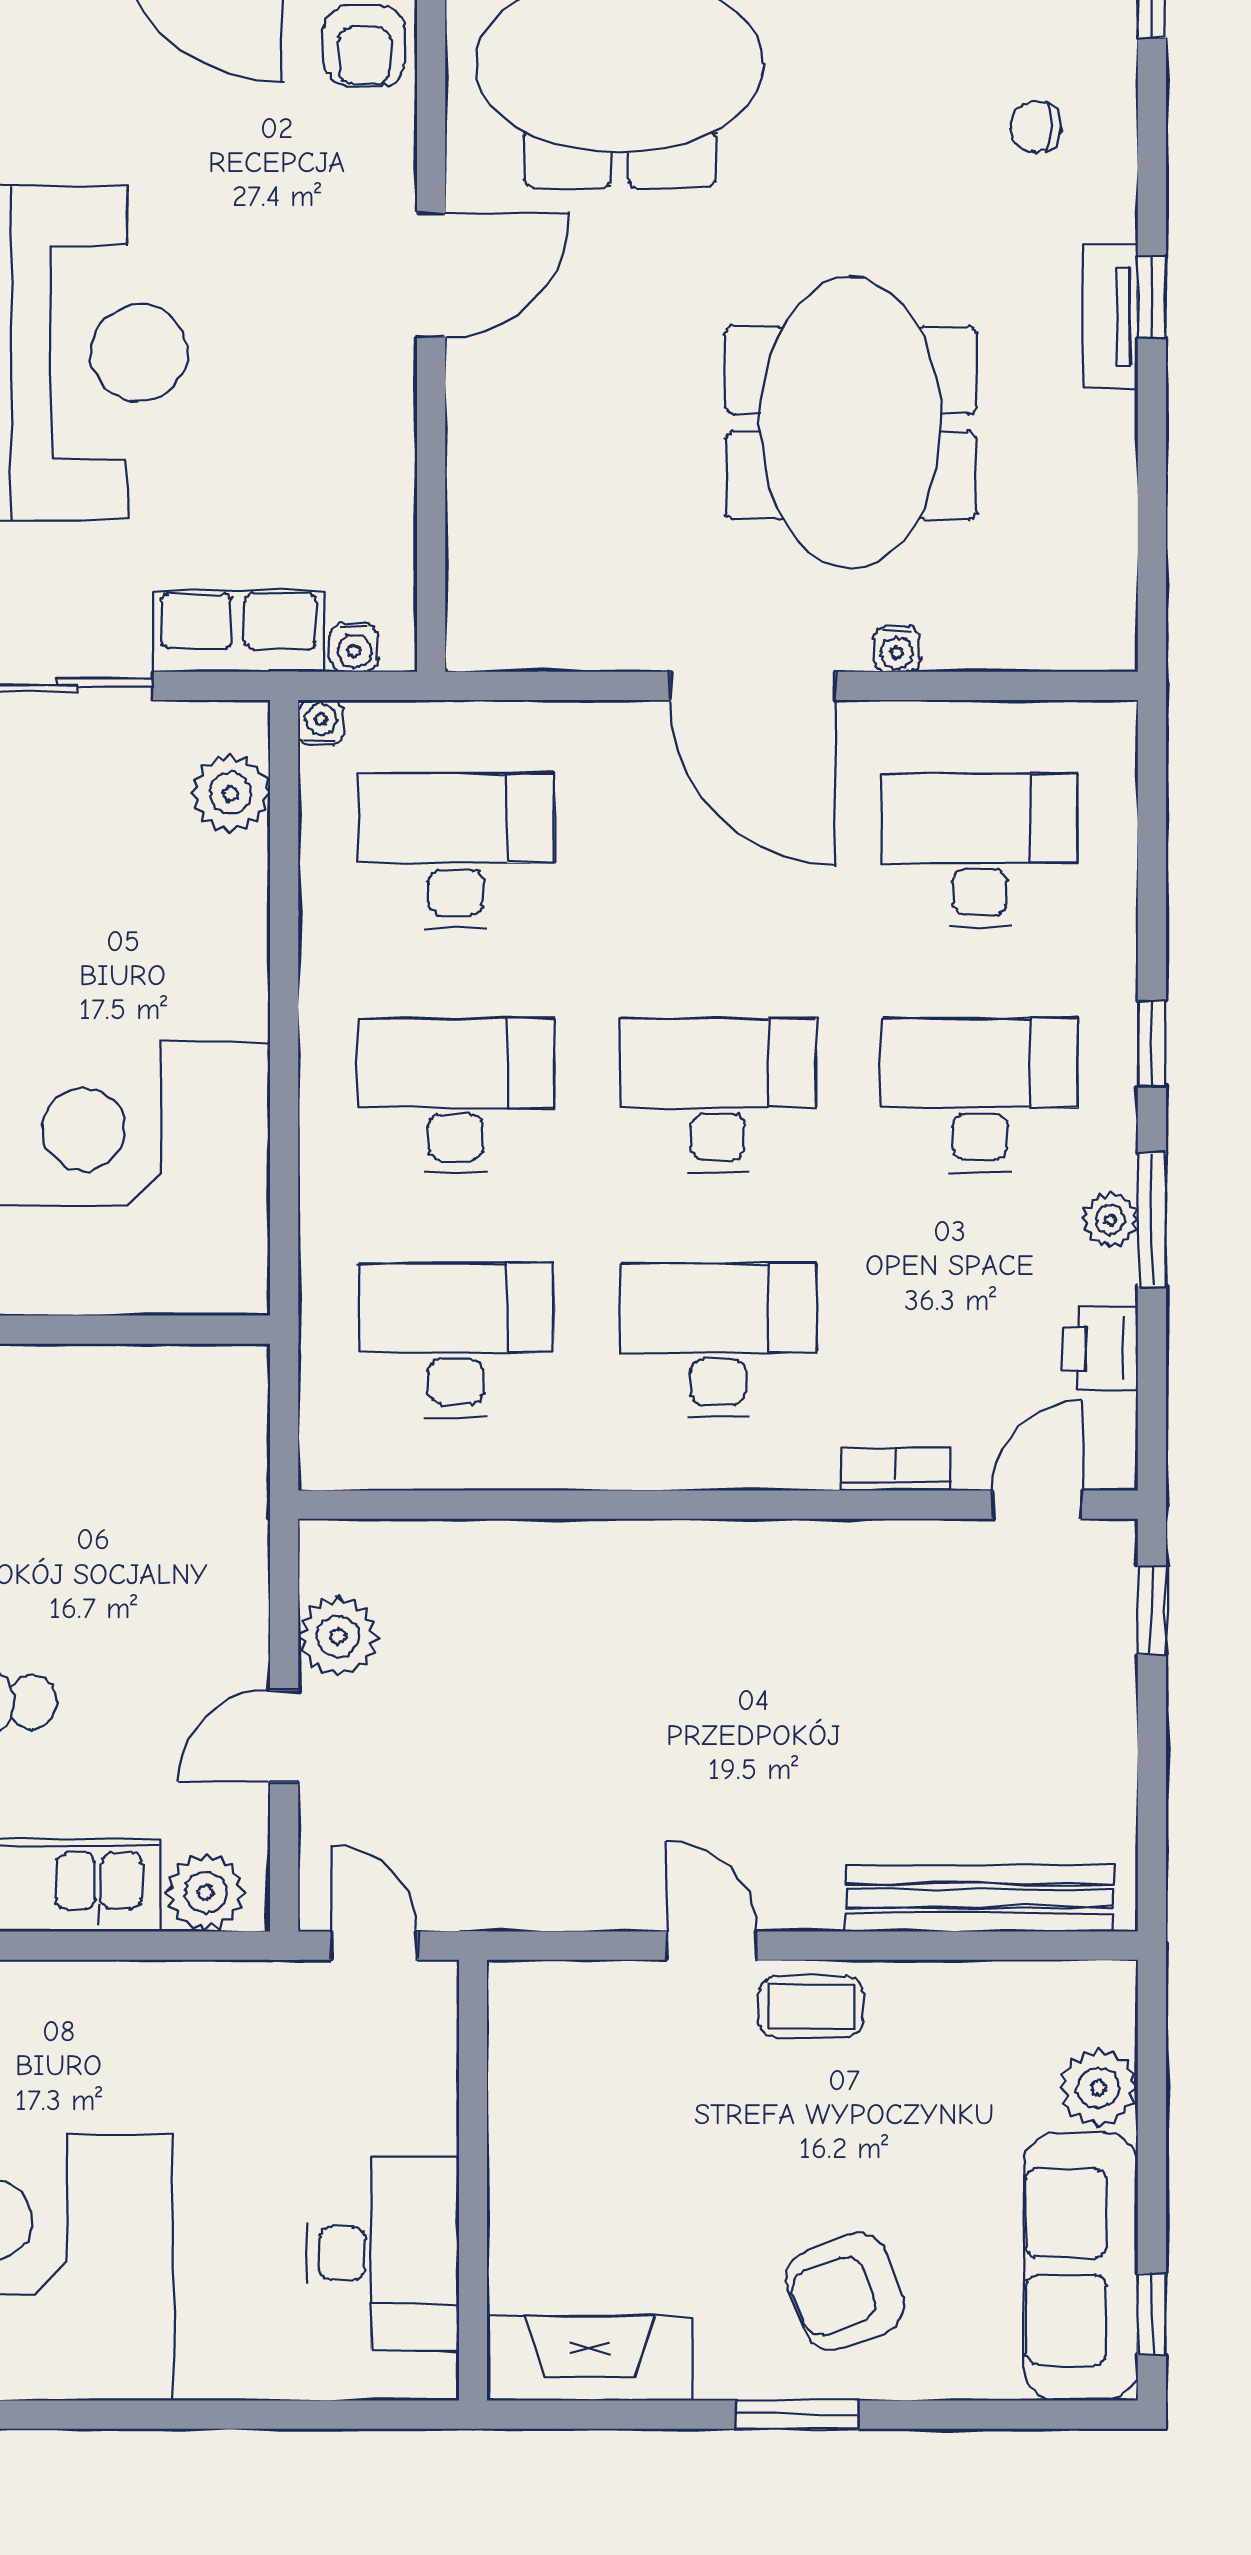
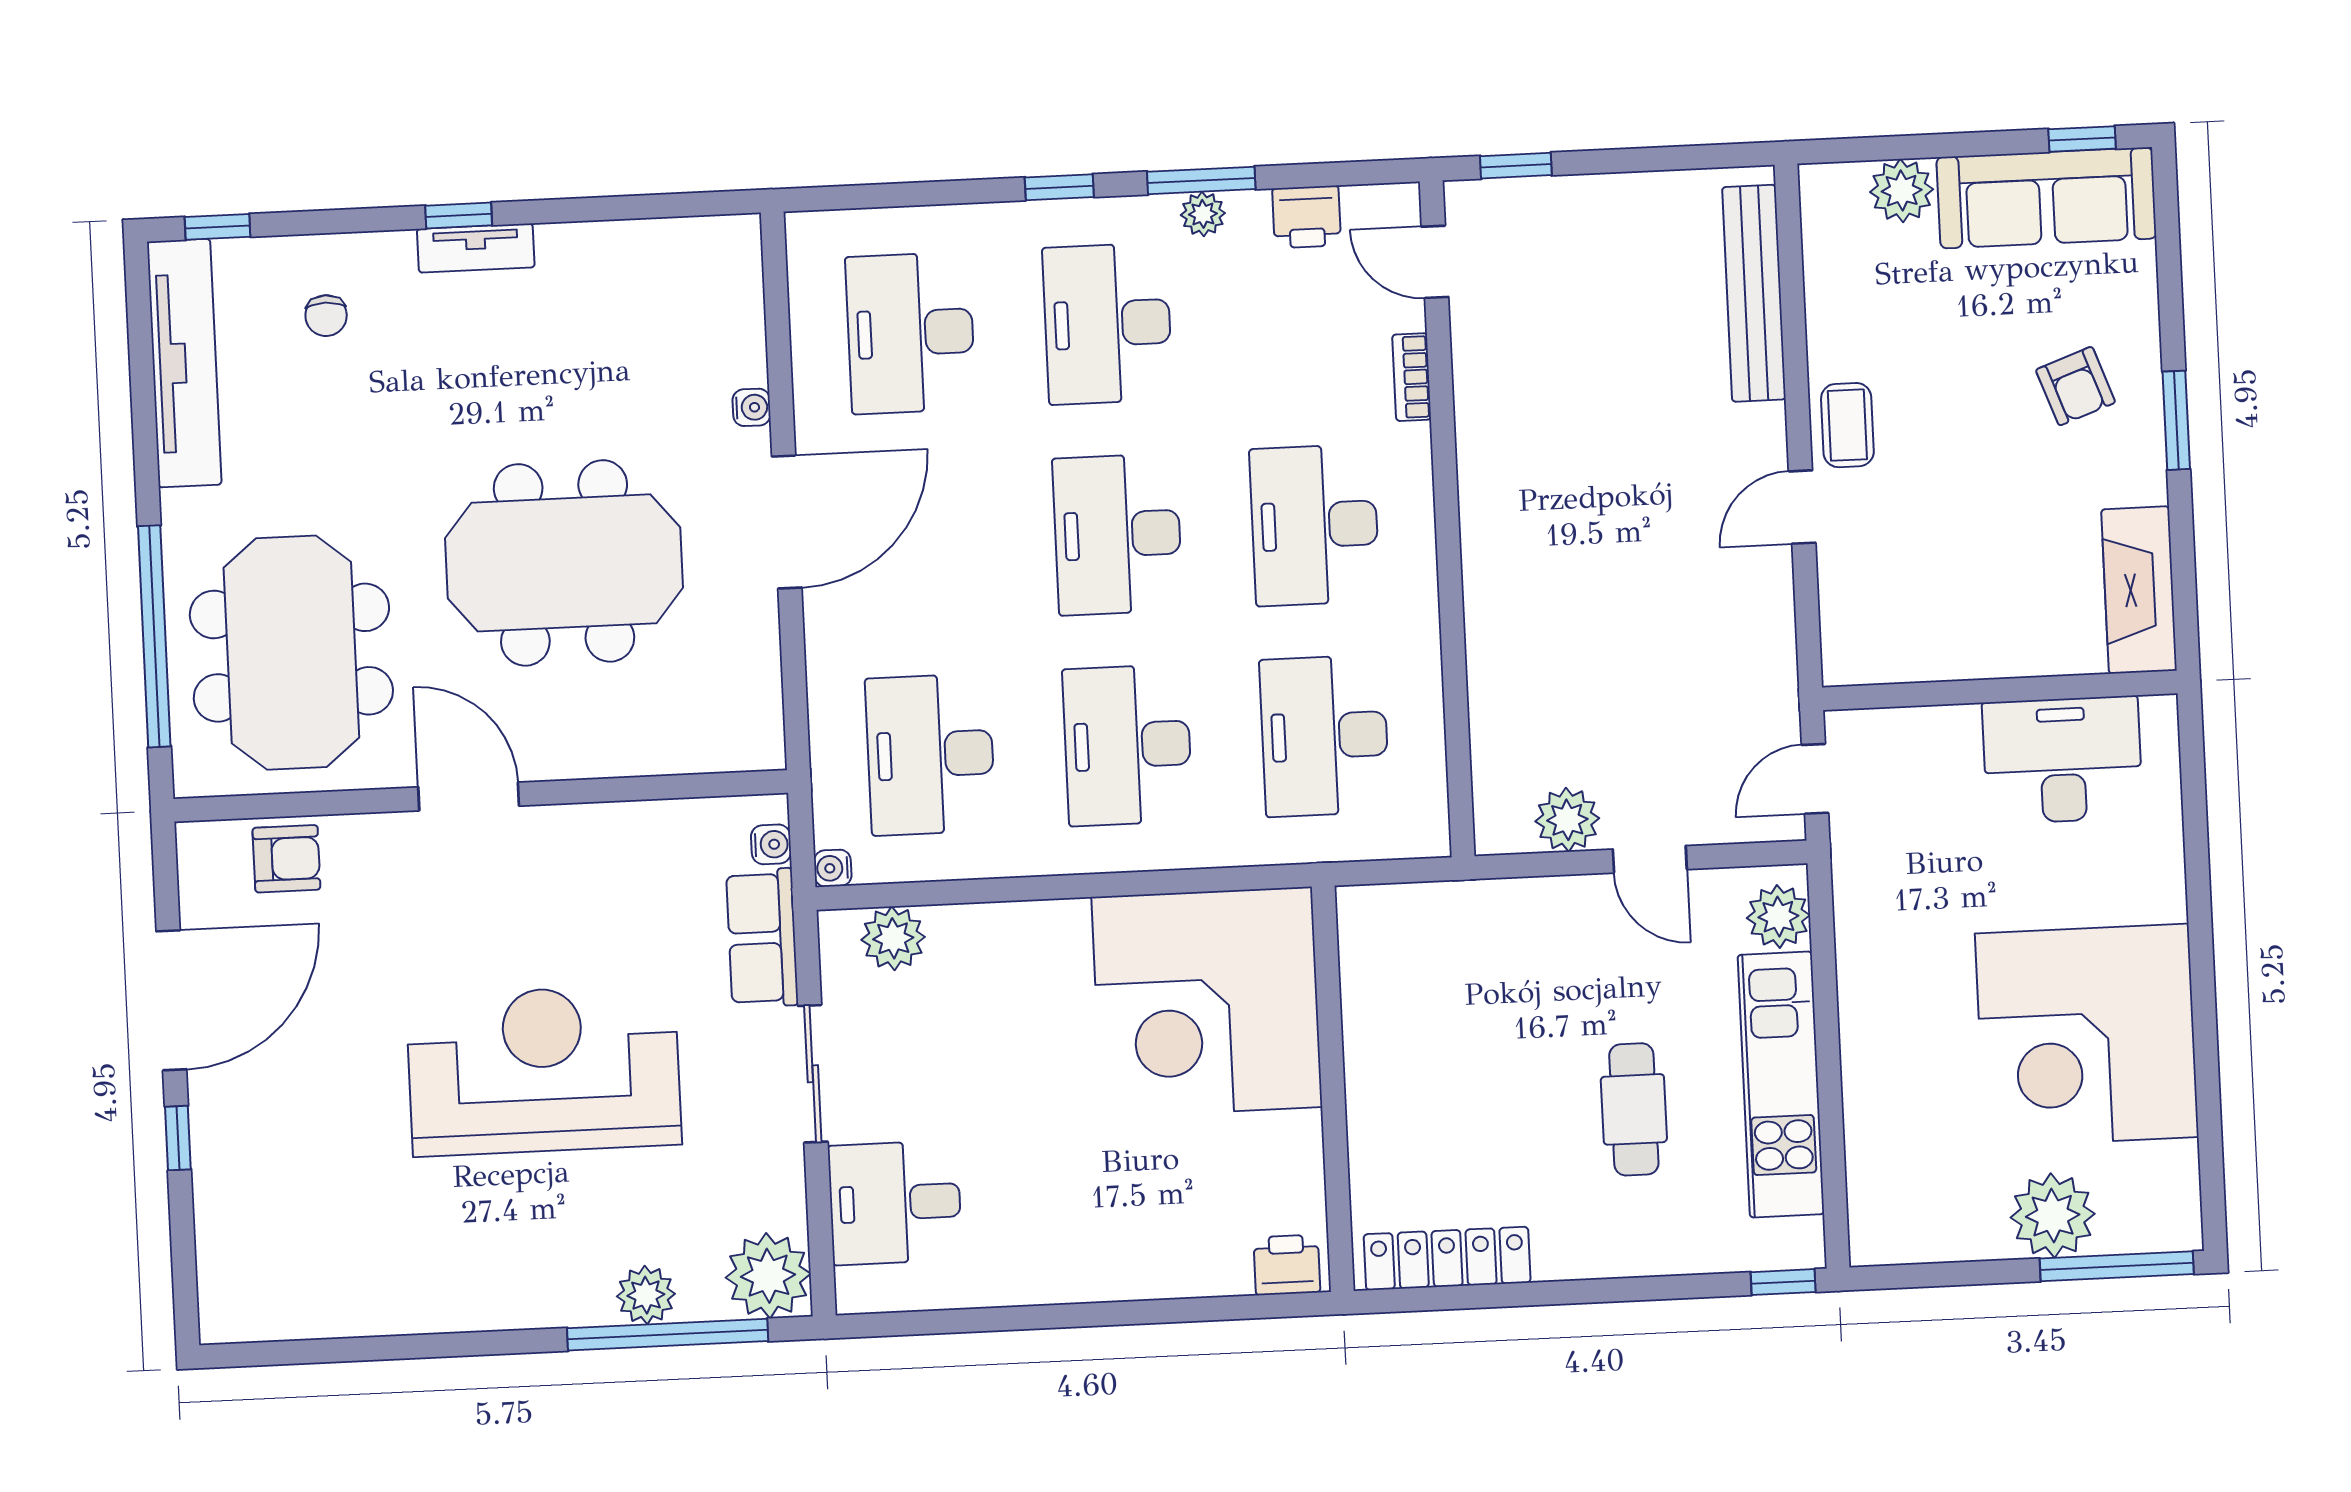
meeting table: (851, 423) -> (564, 563), moved
armchair: (846, 2292) -> (2076, 386), width x0.72, depth x0.72

